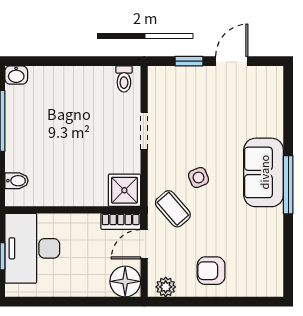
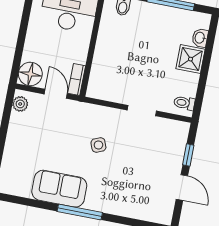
washbasin: (16, 75) -> (200, 38), moved
sofa: (264, 172) -> (59, 189), moved
shower: (124, 190) -> (190, 59), moved
coffee table: (173, 209) -> (78, 121), removed
armchair: (211, 271) -> (26, 141), removed

